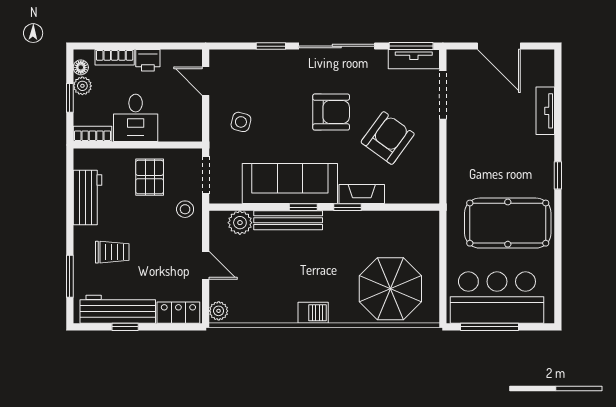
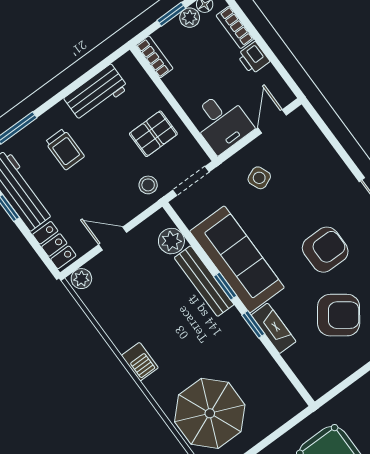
window: (271, 46) -> (344, 155), removed
armchair: (331, 112) -> (325, 250), turned -90
desk: (136, 118) -> (222, 122), moved, turned -90
side table: (241, 122) -> (259, 178), turned -37
door: (206, 265) -> (113, 238), swing flipped

